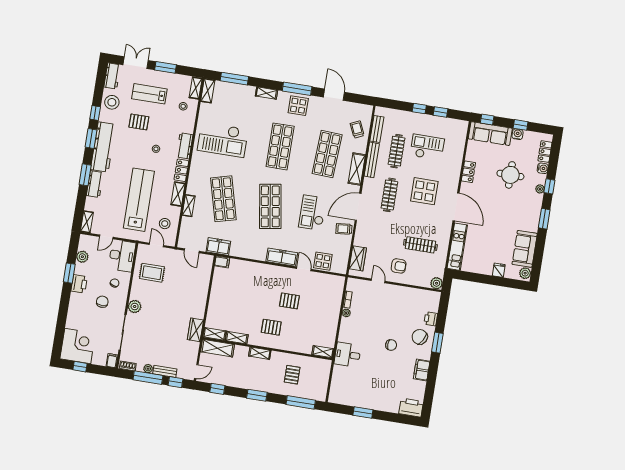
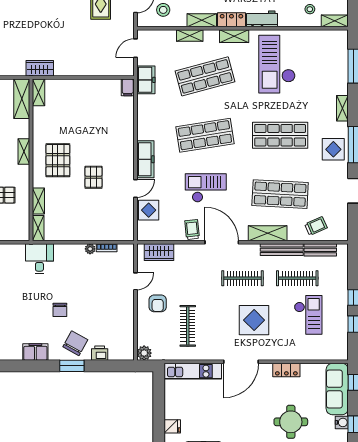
shelving: (208, 91) -> (234, 36), moved
pallet: (271, 327) -> (58, 160), width x1.50, depth x1.42
shelving: (237, 338) -> (38, 201), moved

